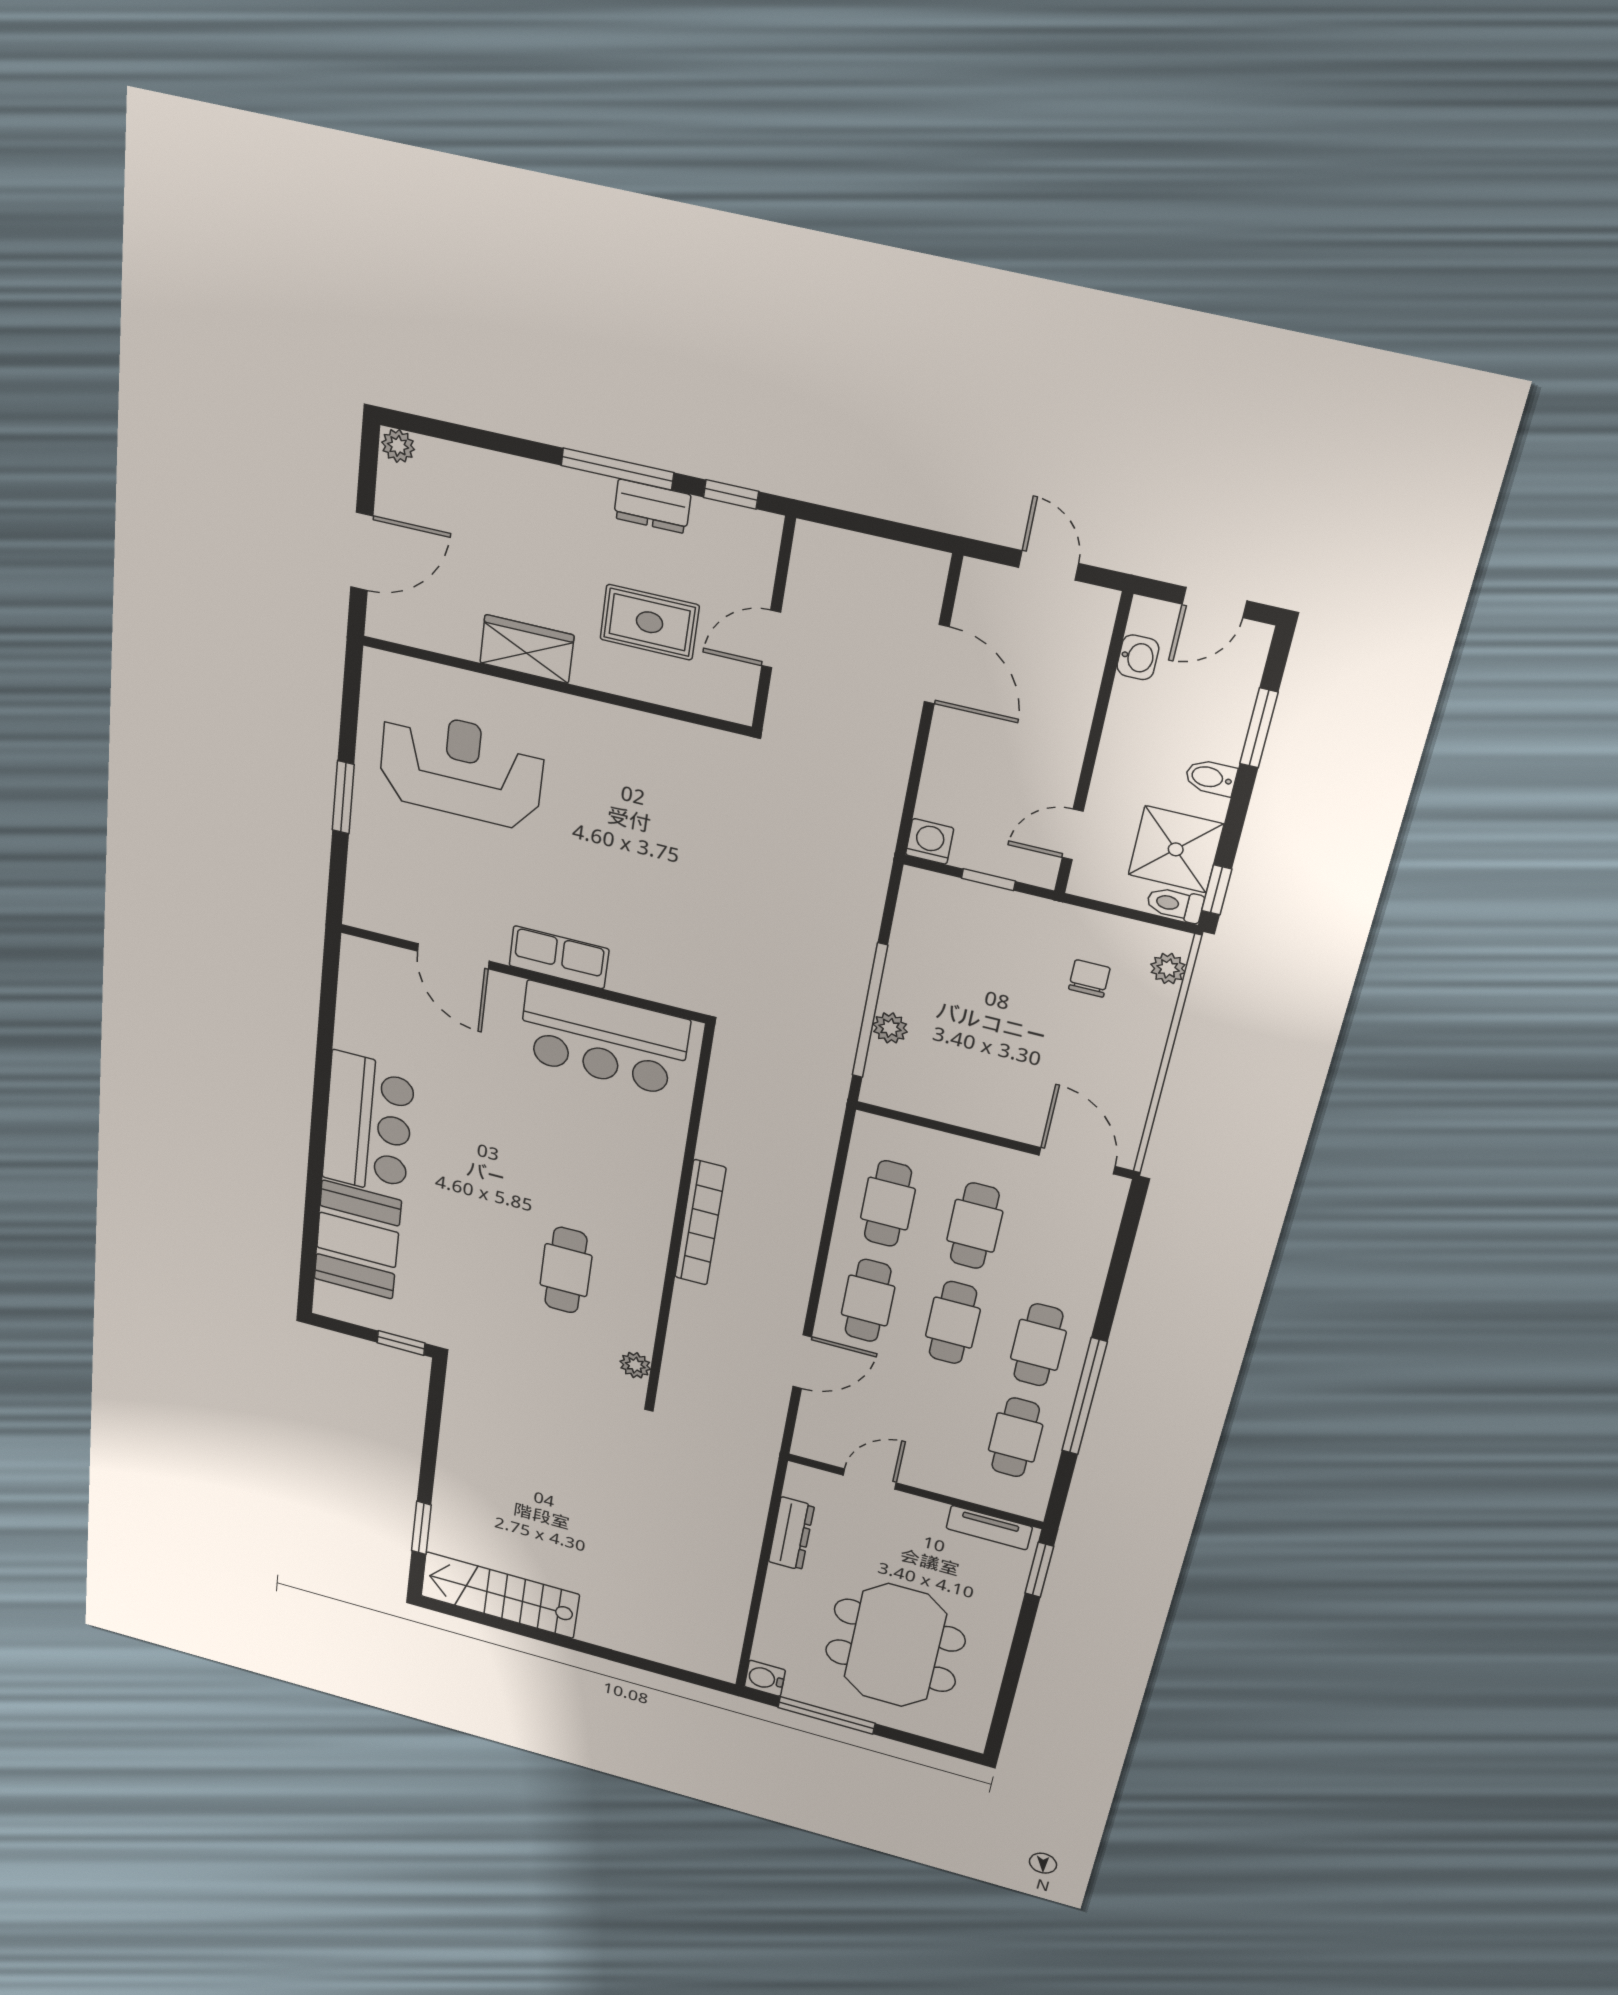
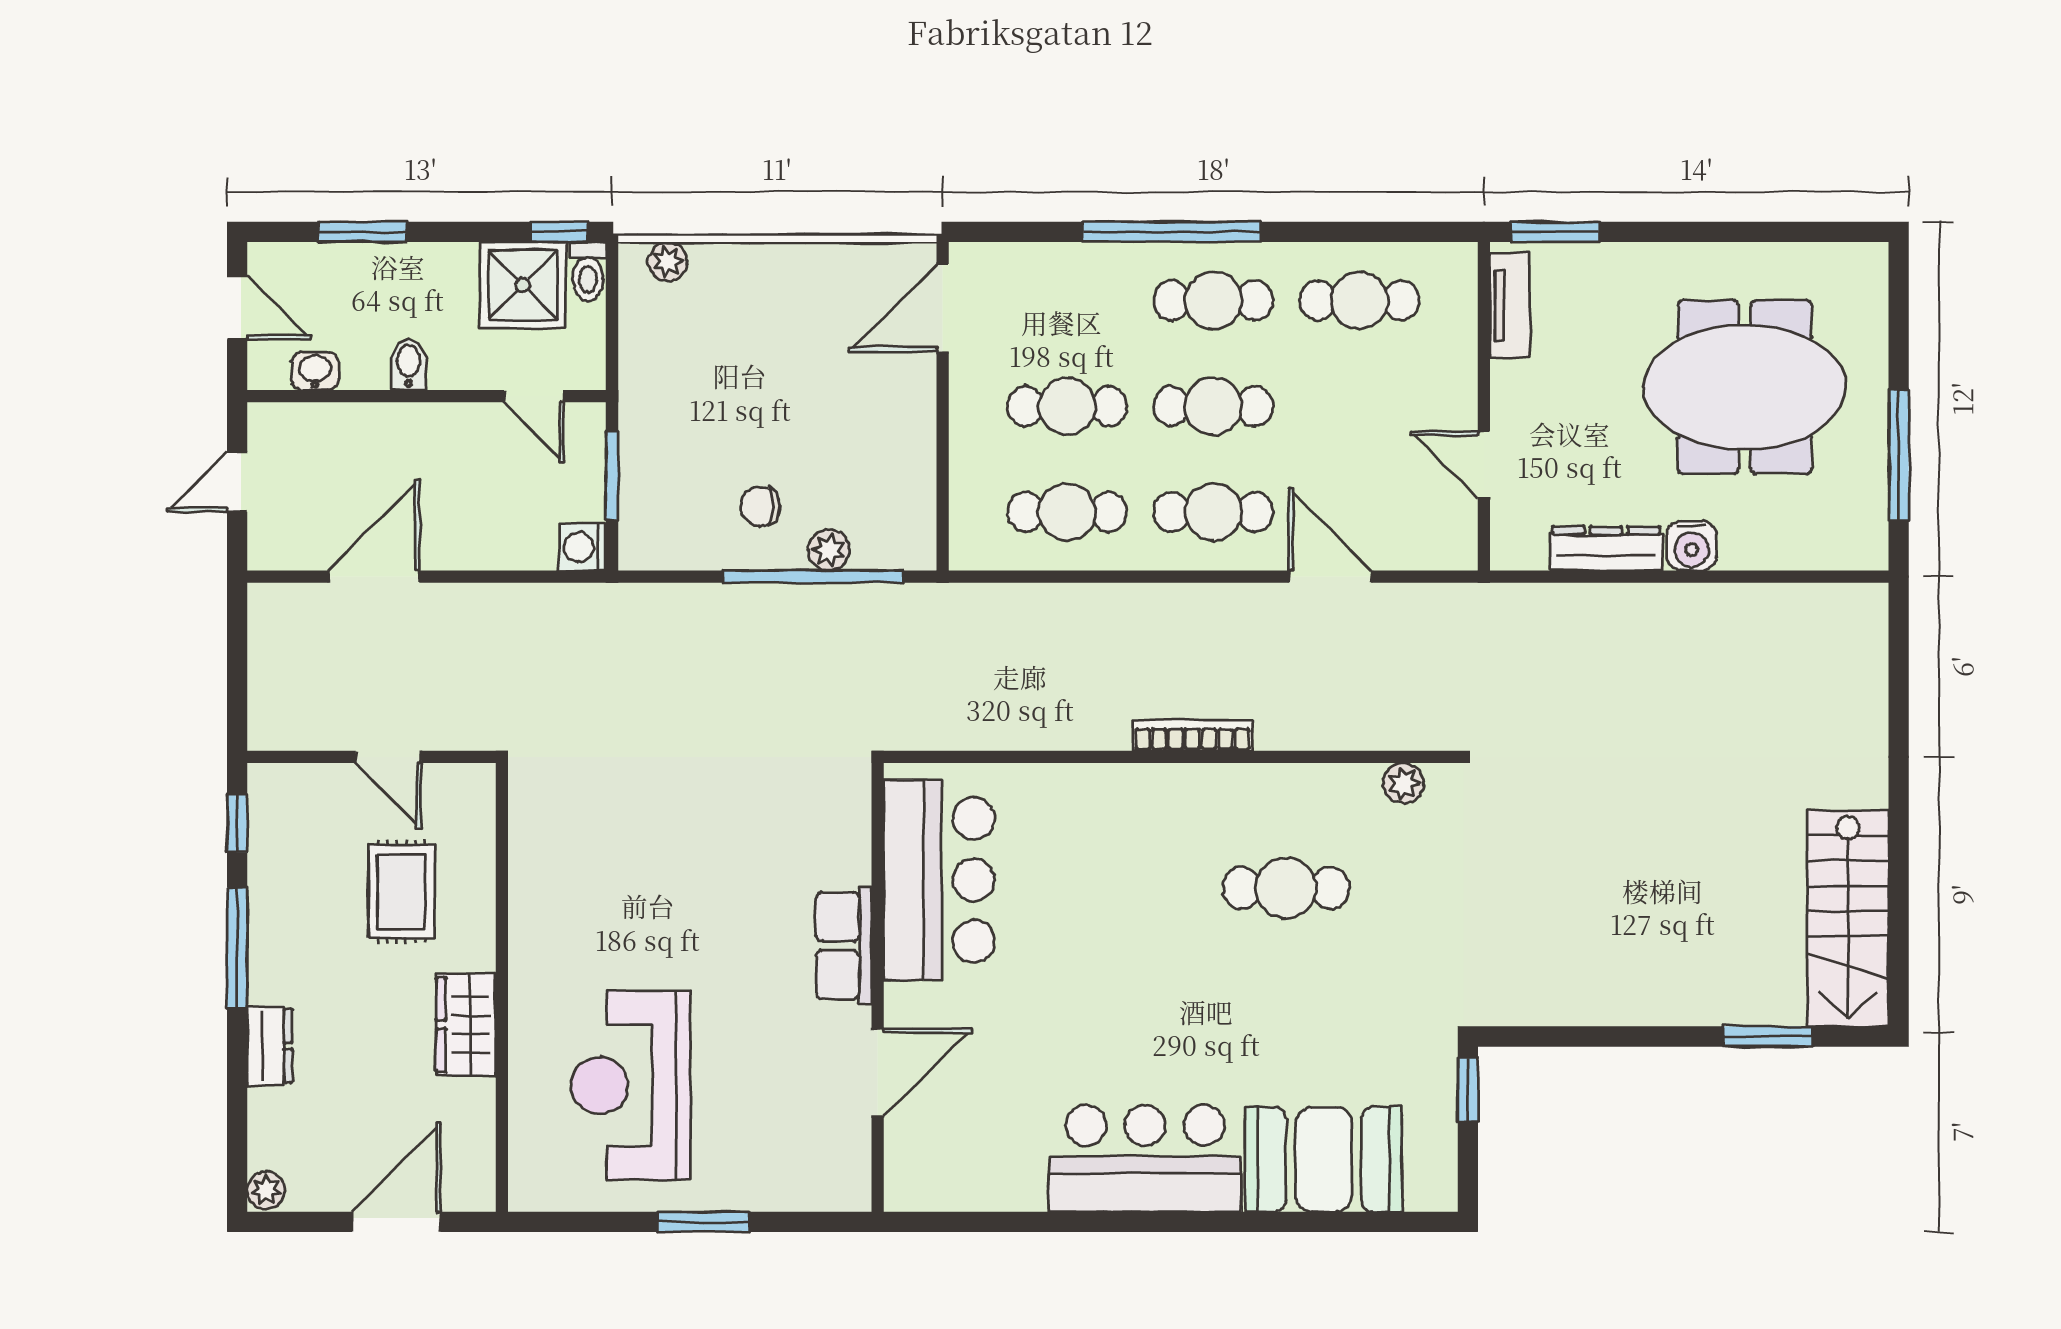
dresser: (652, 506) -> (270, 1046), moved
door: (362, 551) -> (396, 1222), hinge flipped
bidet: (1211, 777) -> (409, 364), moved, turned 180
window: (988, 880) -> (612, 475), width x1.50
chair: (1089, 978) -> (760, 506), moved
bookcase: (700, 1223) -> (1192, 735), width x0.68, depth x0.76
window: (1084, 1397) -> (1171, 232), moved
water cooler: (765, 1678) -> (1691, 546), moved

